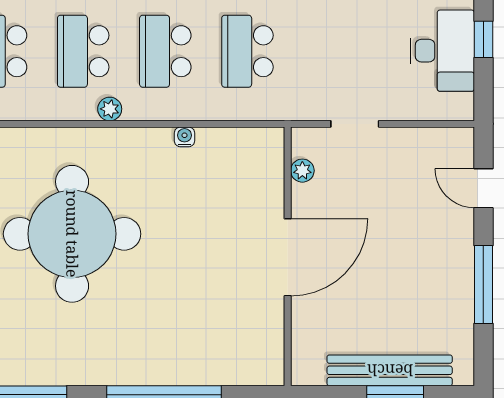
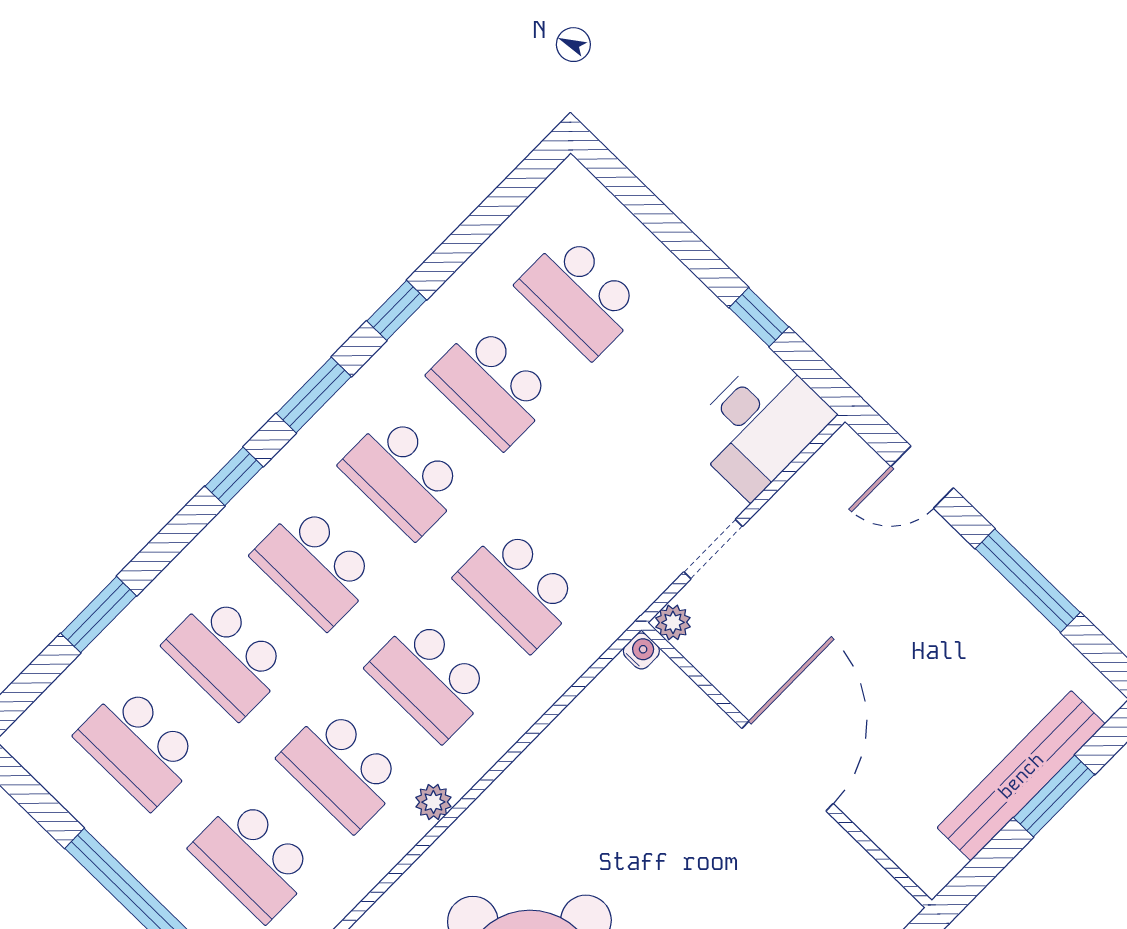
desk: (442, 51) -> (759, 425), moved, turned 90
water cooler: (185, 137) -> (641, 651), moved, turned 90
plant: (302, 171) -> (673, 622), moved

